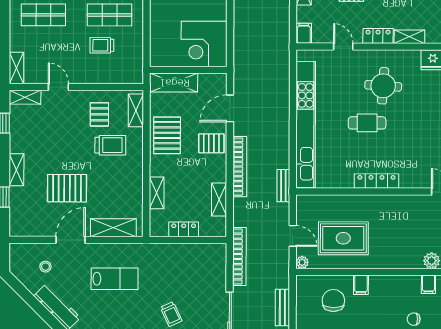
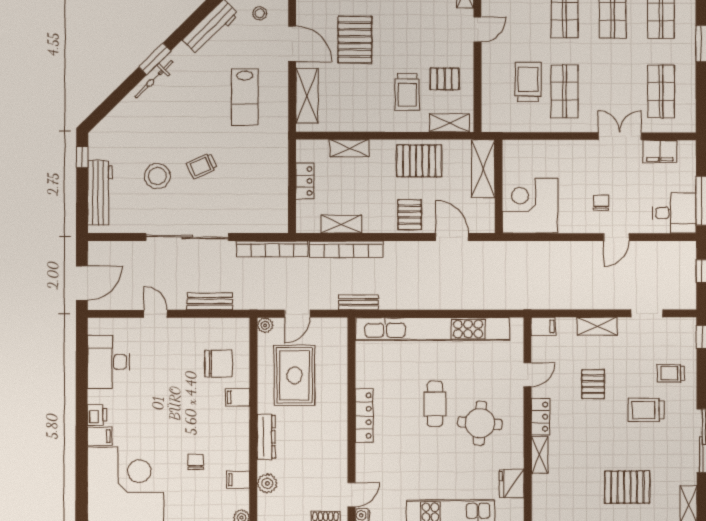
trolley: (102, 45) -> (528, 82), width x1.36, depth x1.39
bookcase: (240, 167) -> (346, 249), moved
dresser: (394, 262) -> (266, 437), added

